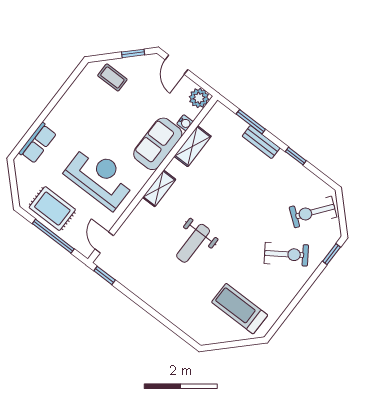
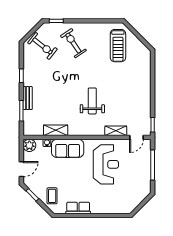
row of seats: (38, 143) -> (78, 208), moved
reception desk: (100, 177) -> (106, 164), turned 180
shelving: (159, 188) -> (116, 131), moved
rug: (52, 209) -> (139, 176), removed
weight bench: (193, 243) -> (92, 101), moved, turned -90

